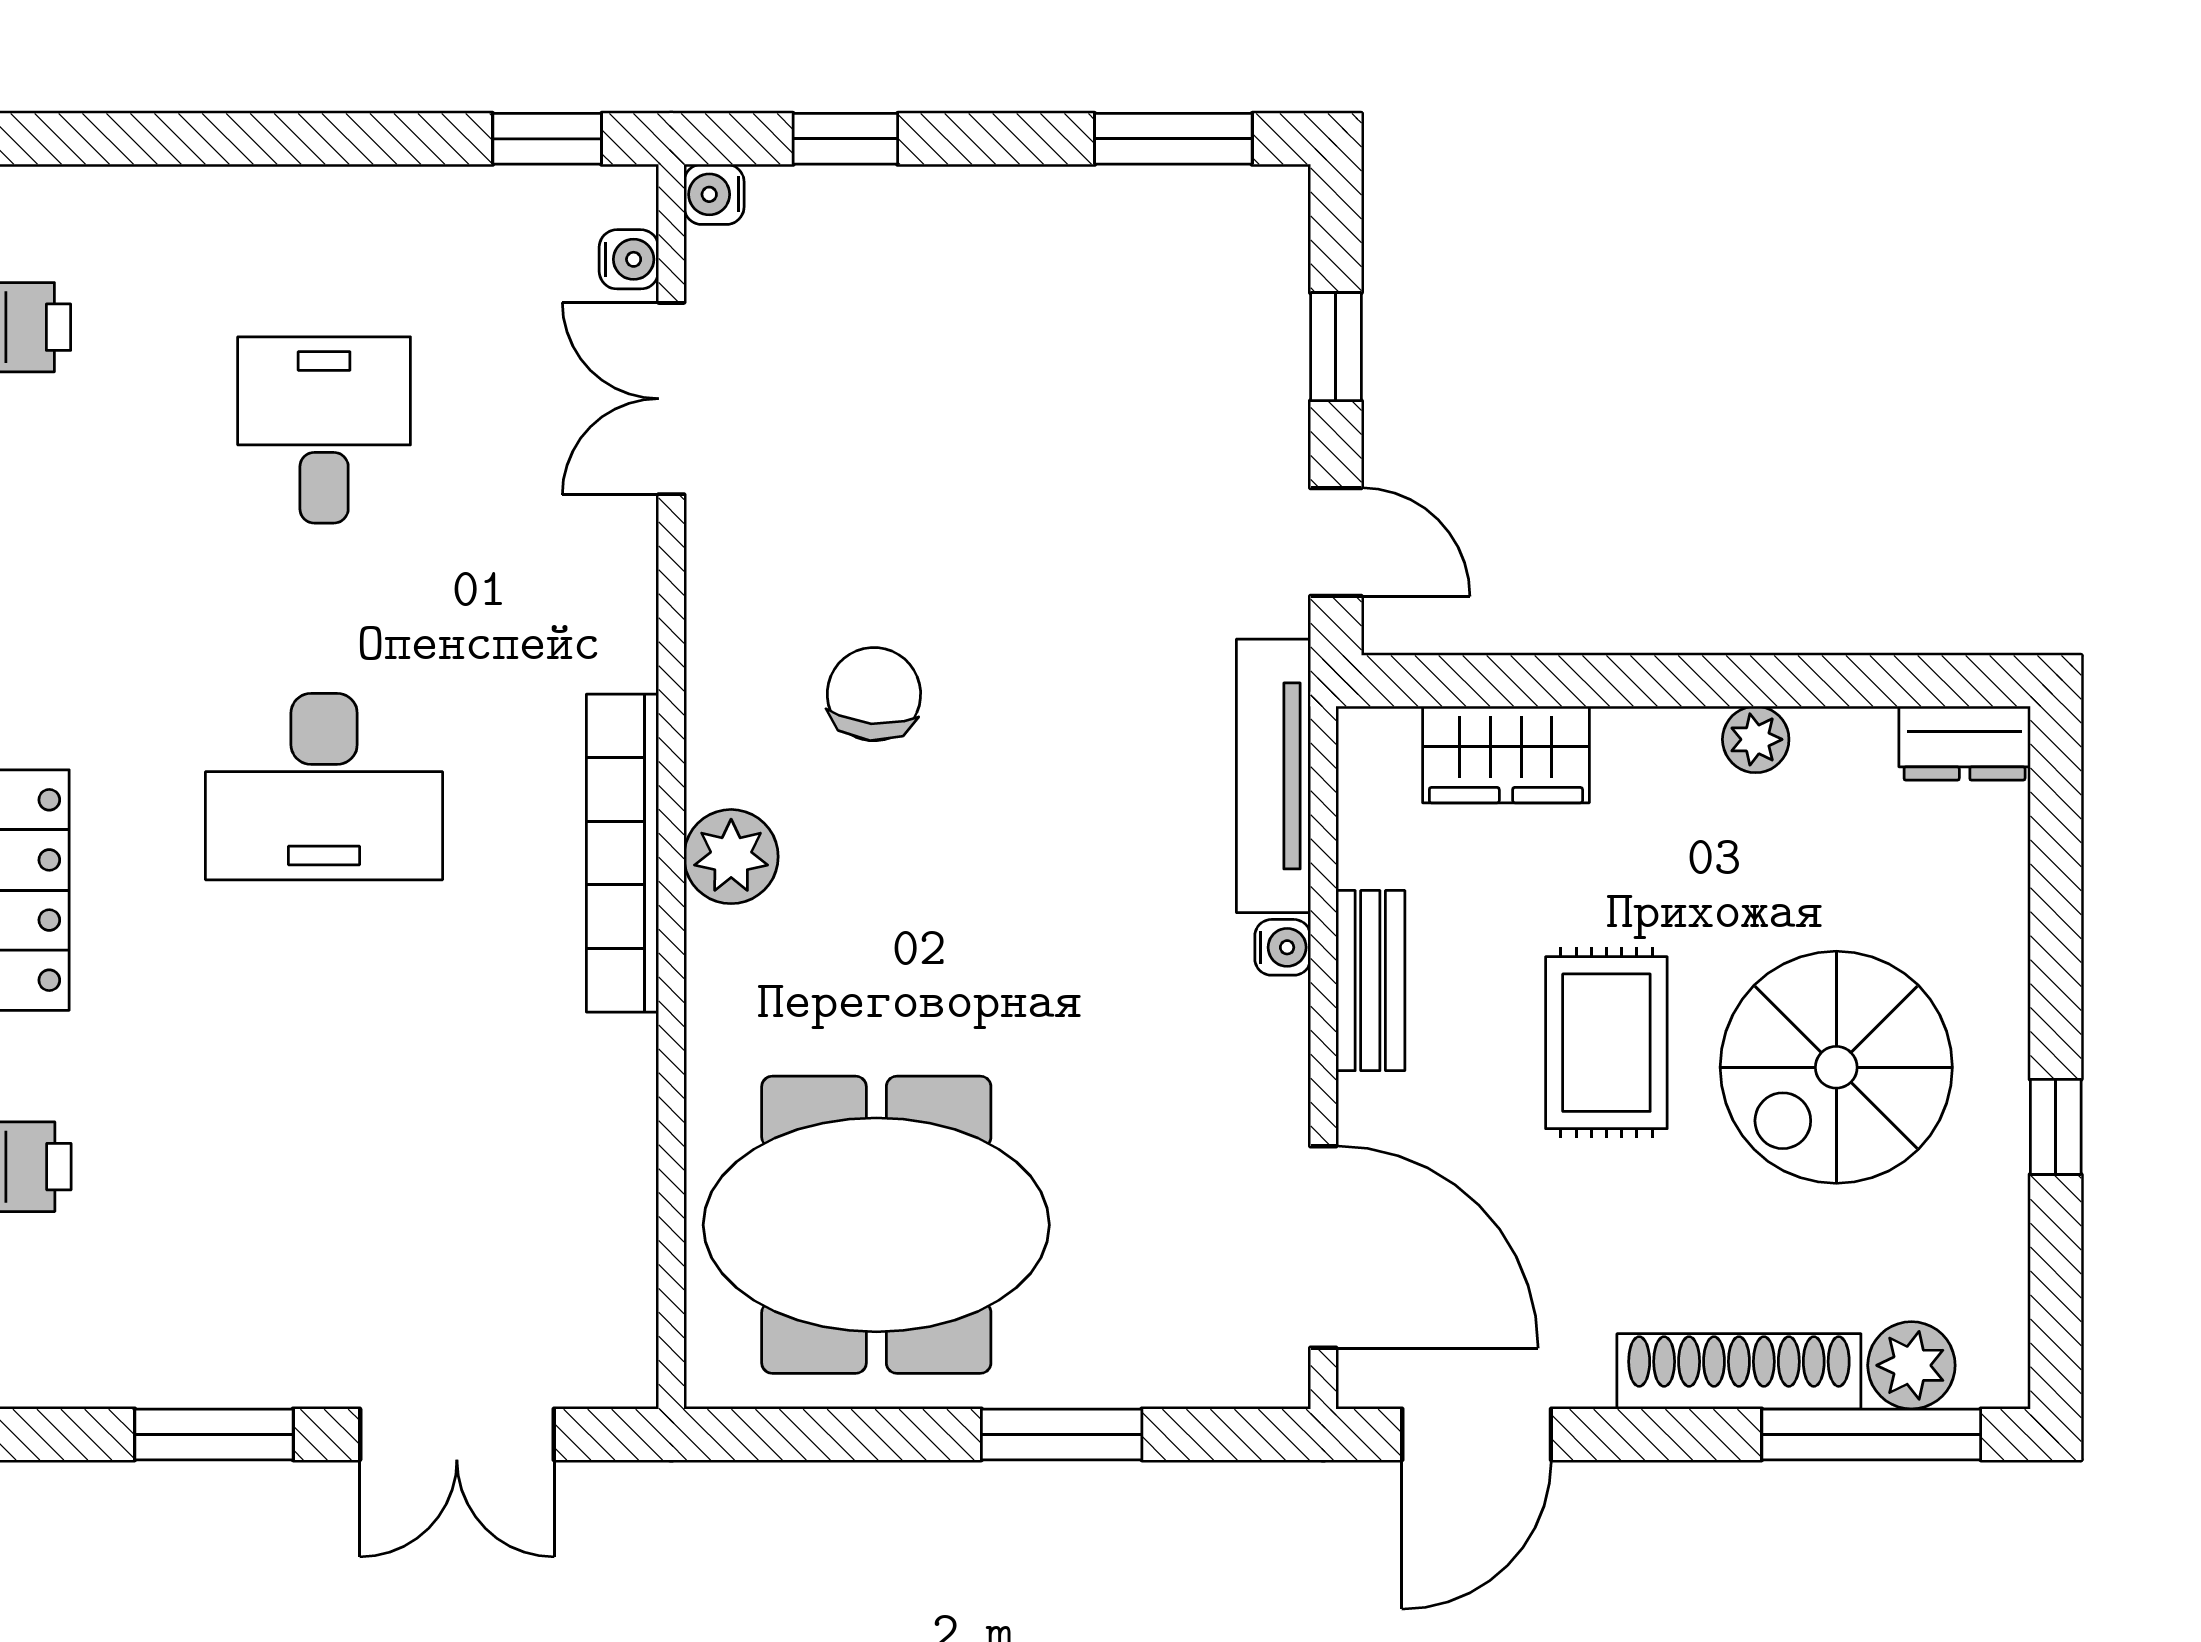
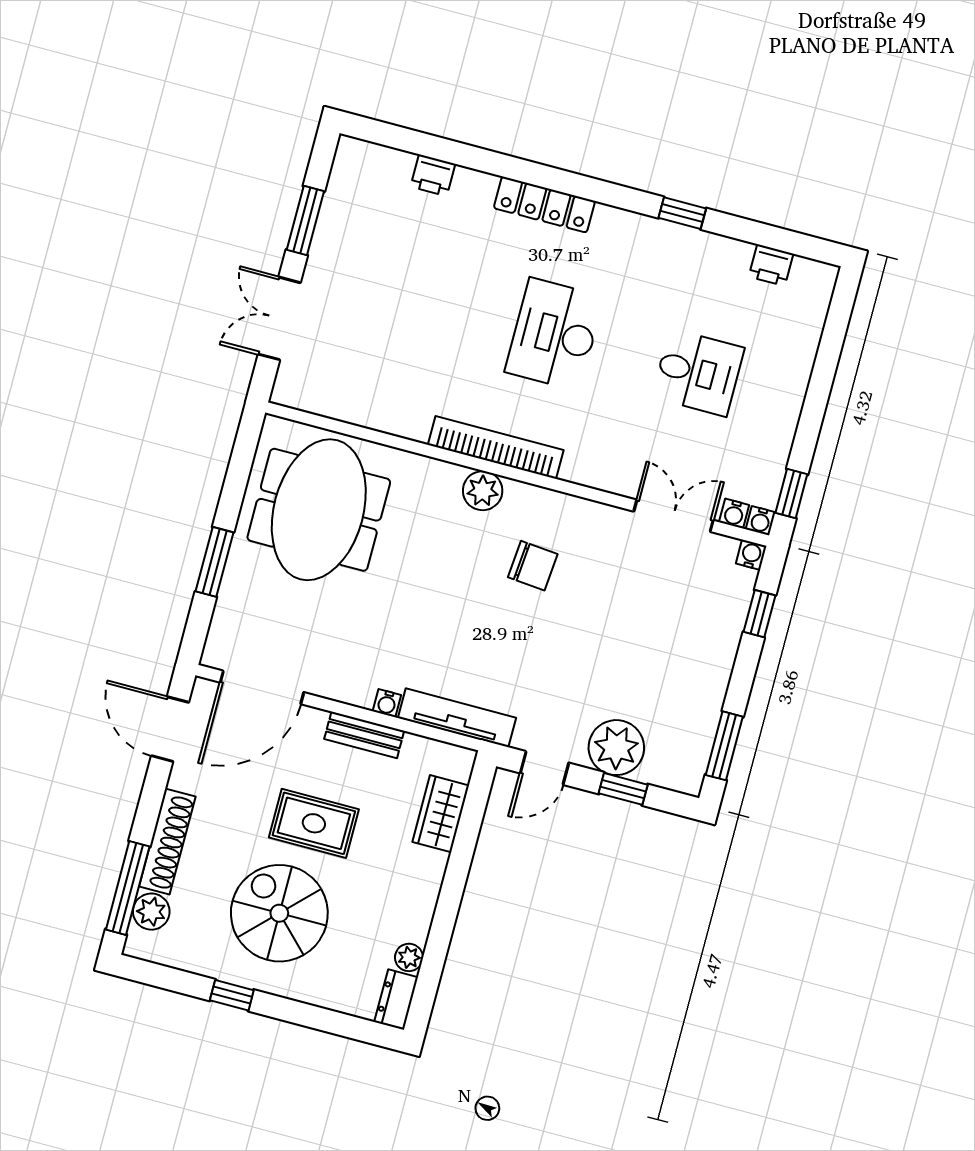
water cooler: (629, 194) -> (761, 521), added
plant: (1244, 388) -> (616, 748), added
plant: (1756, 739) -> (409, 957), moved

